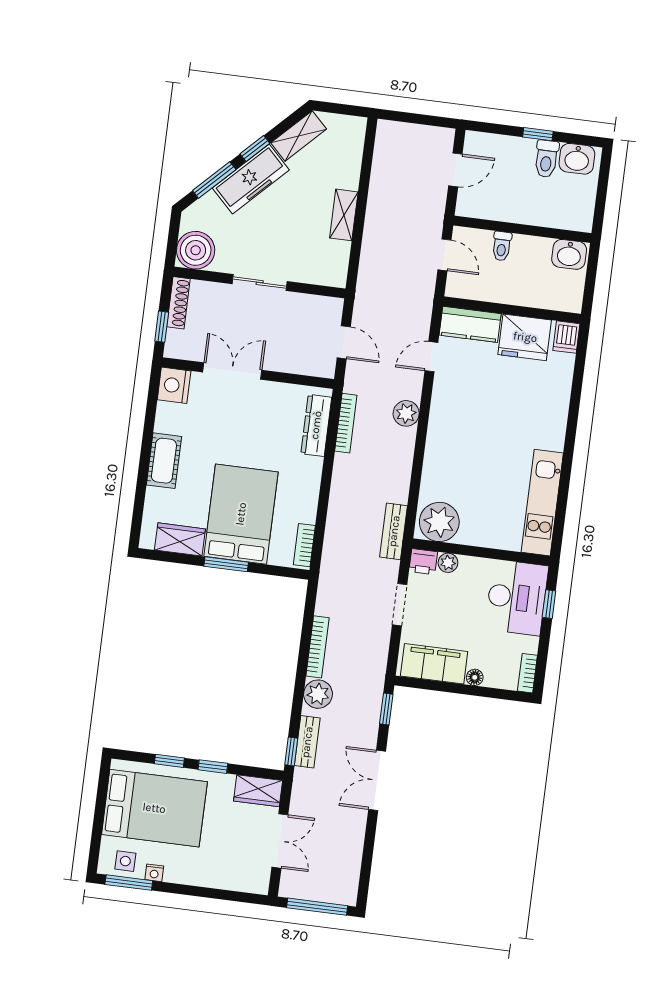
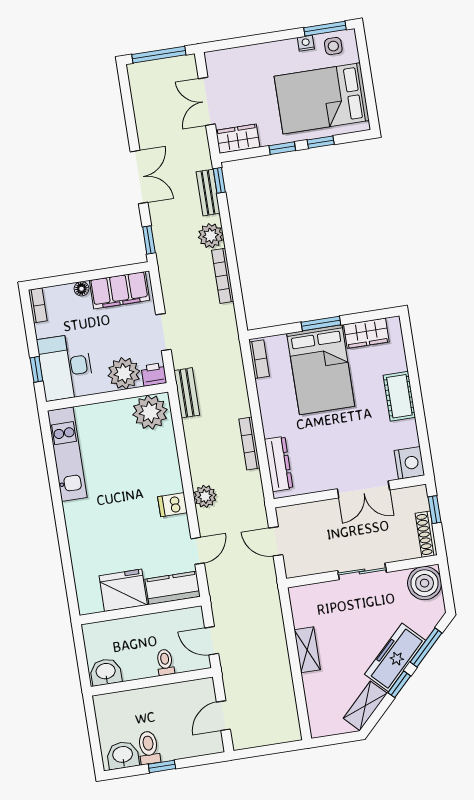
dishwasher: (566, 337) -> (172, 505), moved, turned -90
bookcase: (346, 423) -> (249, 443), moved
plant: (448, 563) -> (124, 373), width x1.87, depth x1.87

